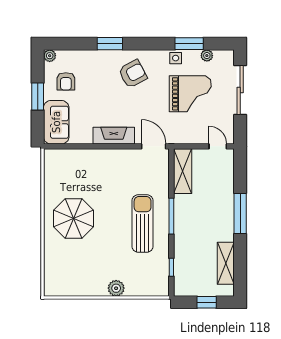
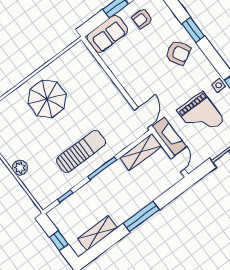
armchair: (133, 74) -> (178, 53), moved
fireplace: (114, 136) -> (169, 136), moved

